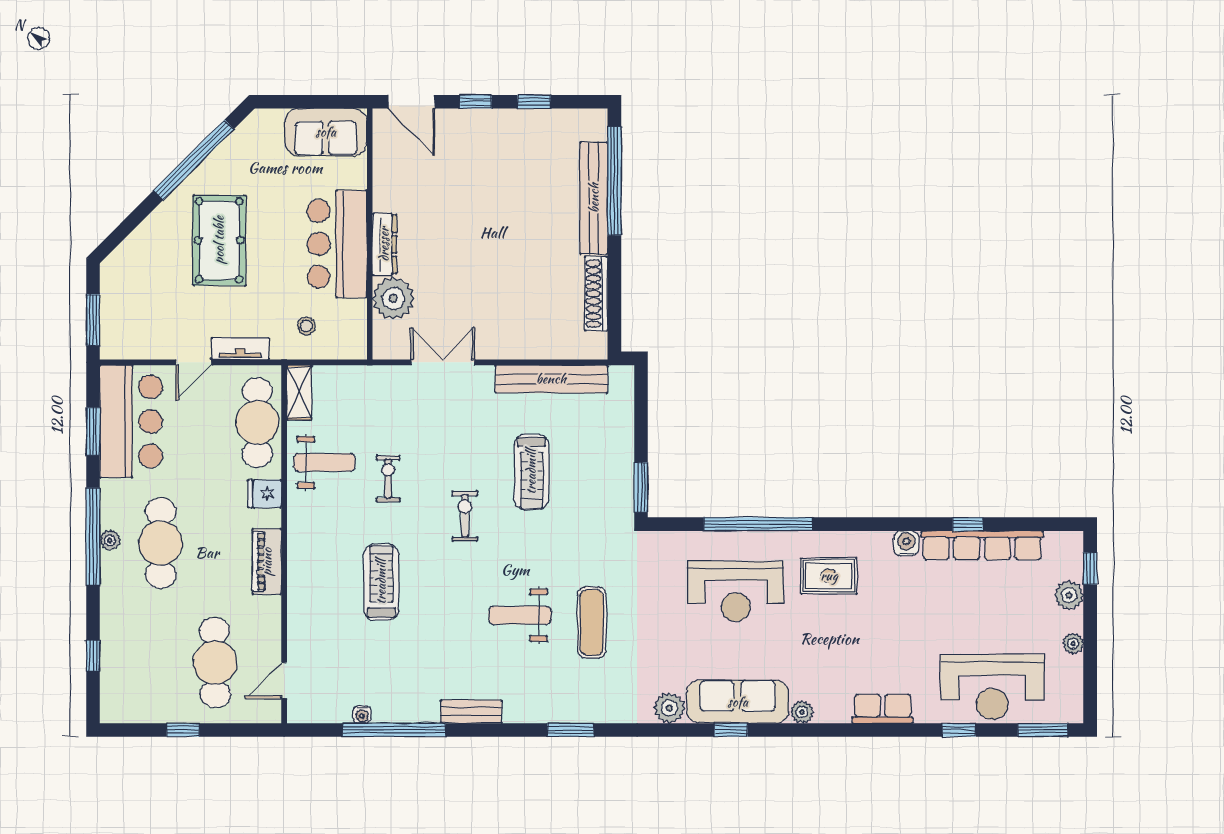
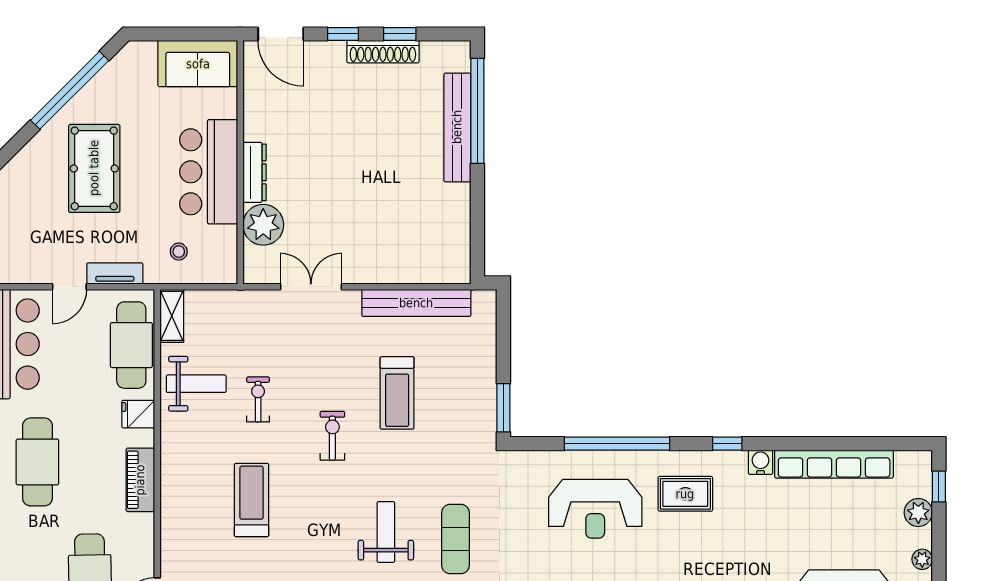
shoe rack: (596, 294) -> (383, 52), moved, turned -90
window: (968, 524) -> (727, 444), moved
weight bench: (520, 615) -> (386, 532), turned 90

